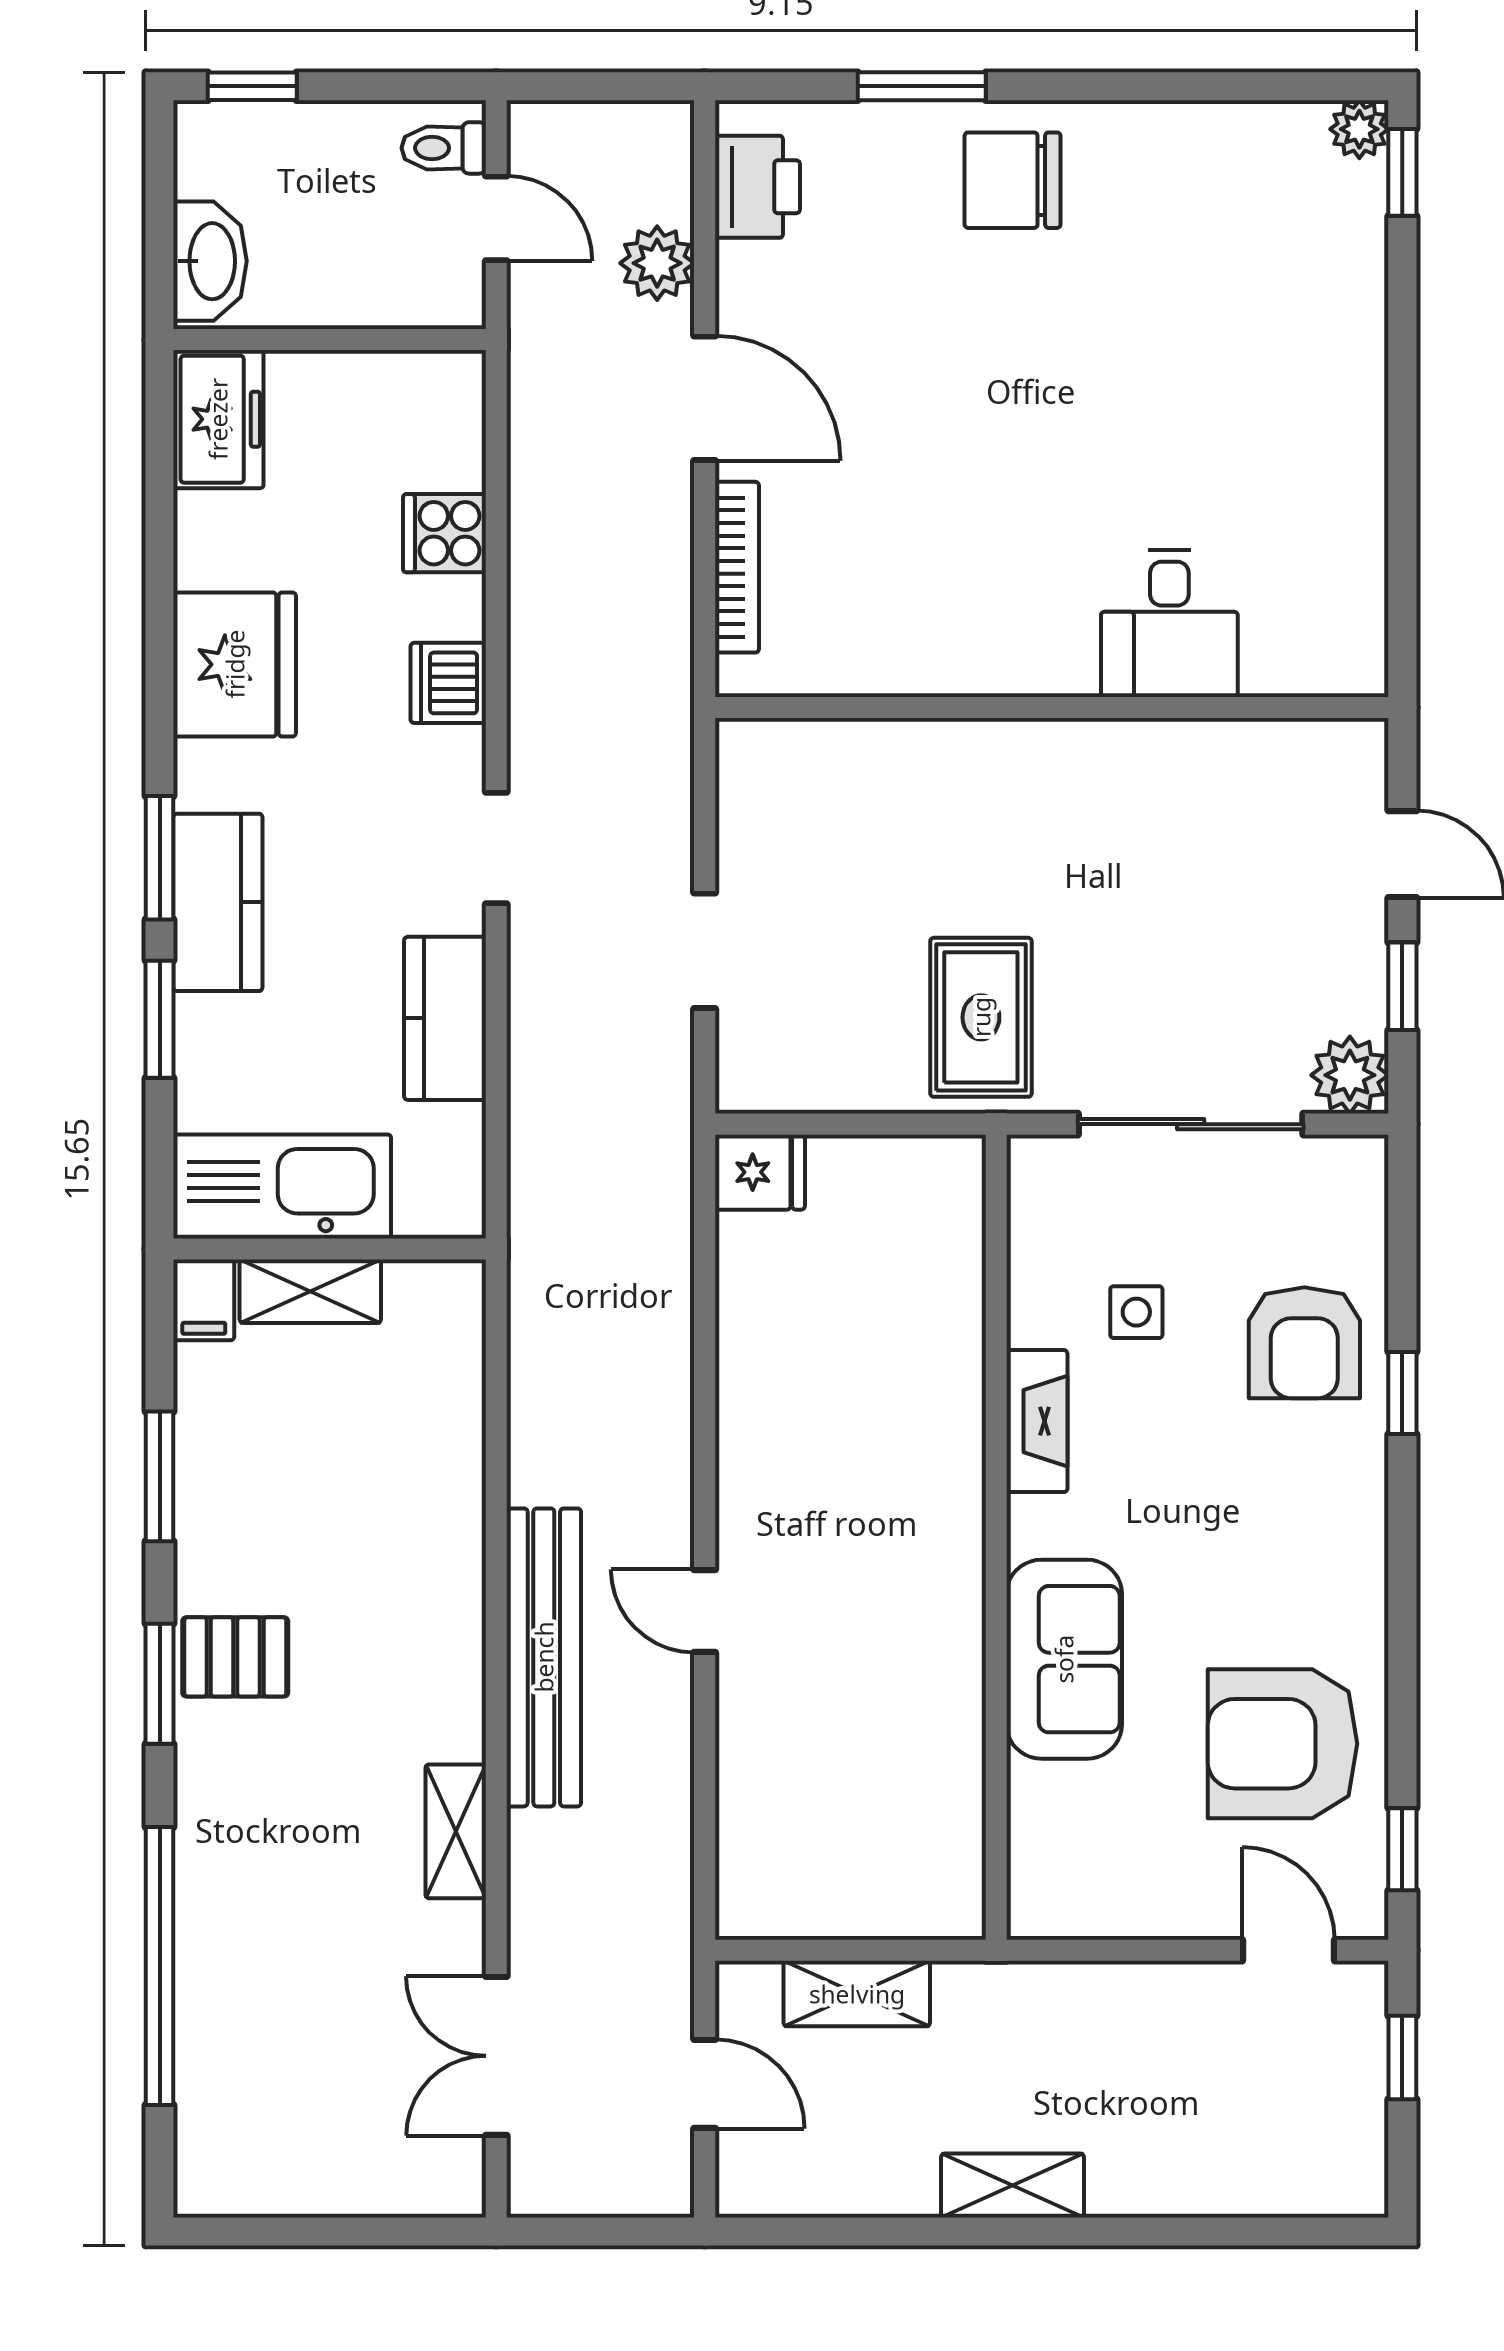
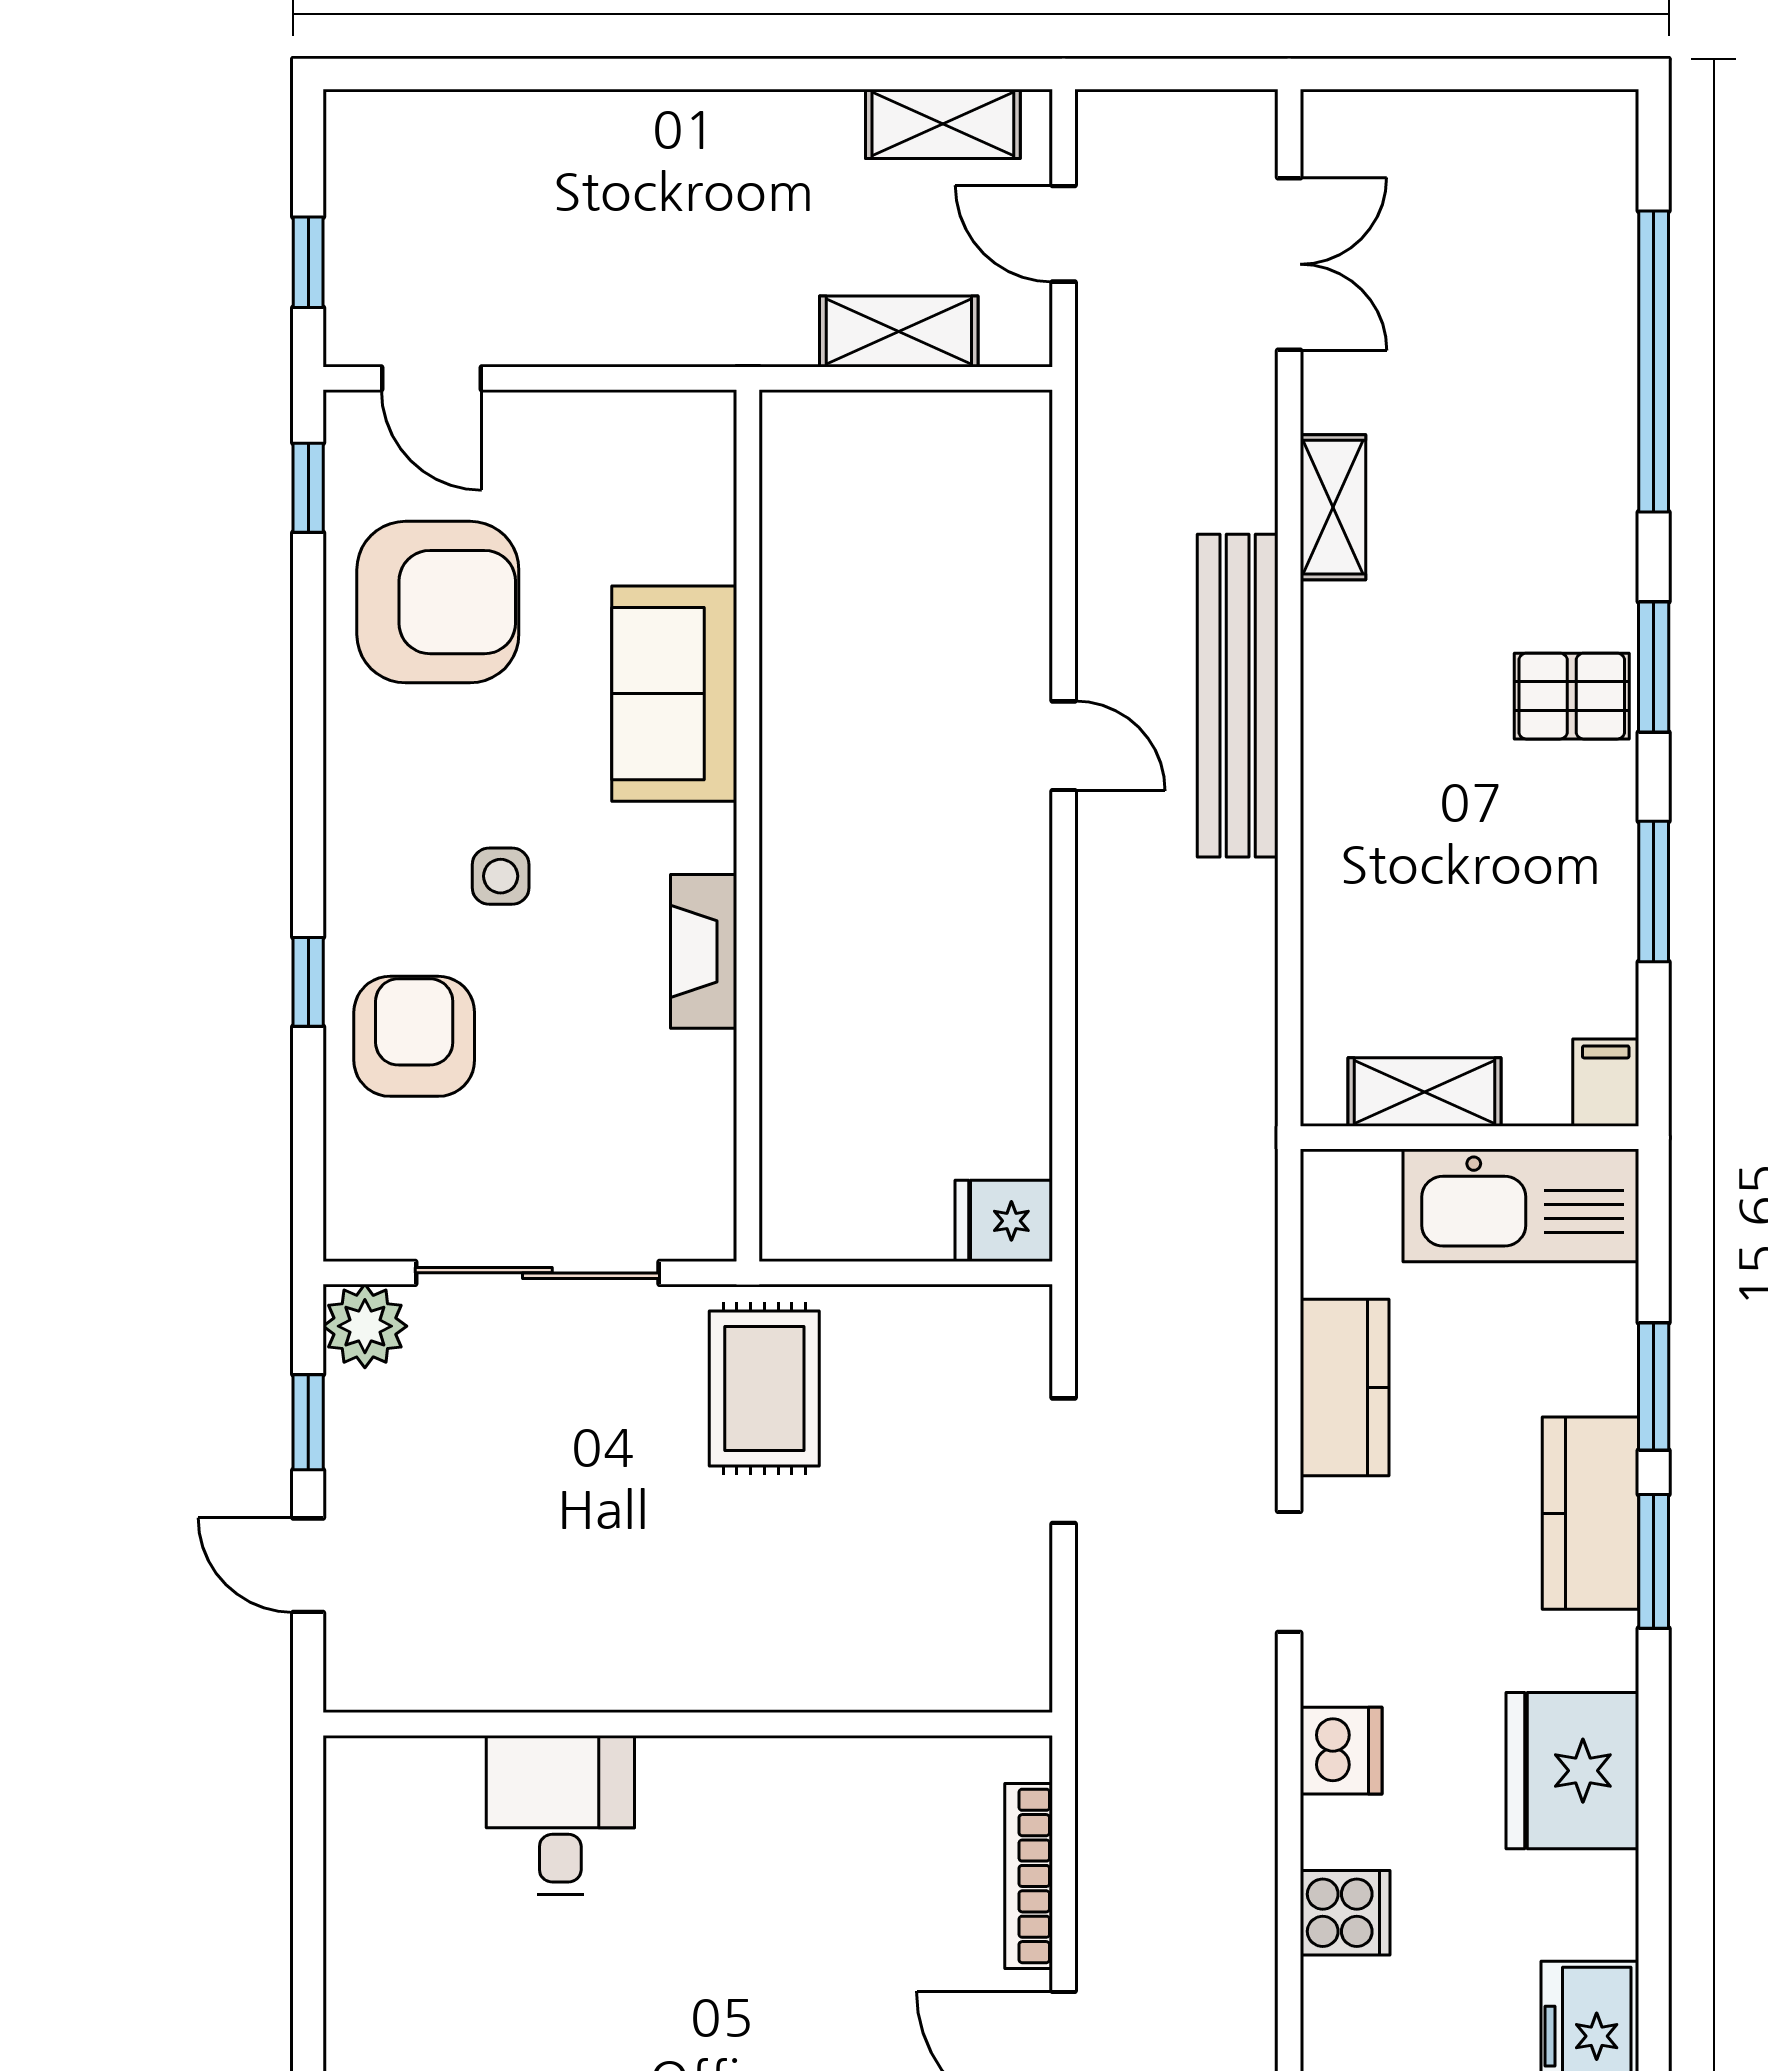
shelving: (310, 1291) -> (1424, 1092), moved
side table: (1136, 1312) -> (501, 876), moved
shelving: (1013, 2186) -> (943, 124), moved

